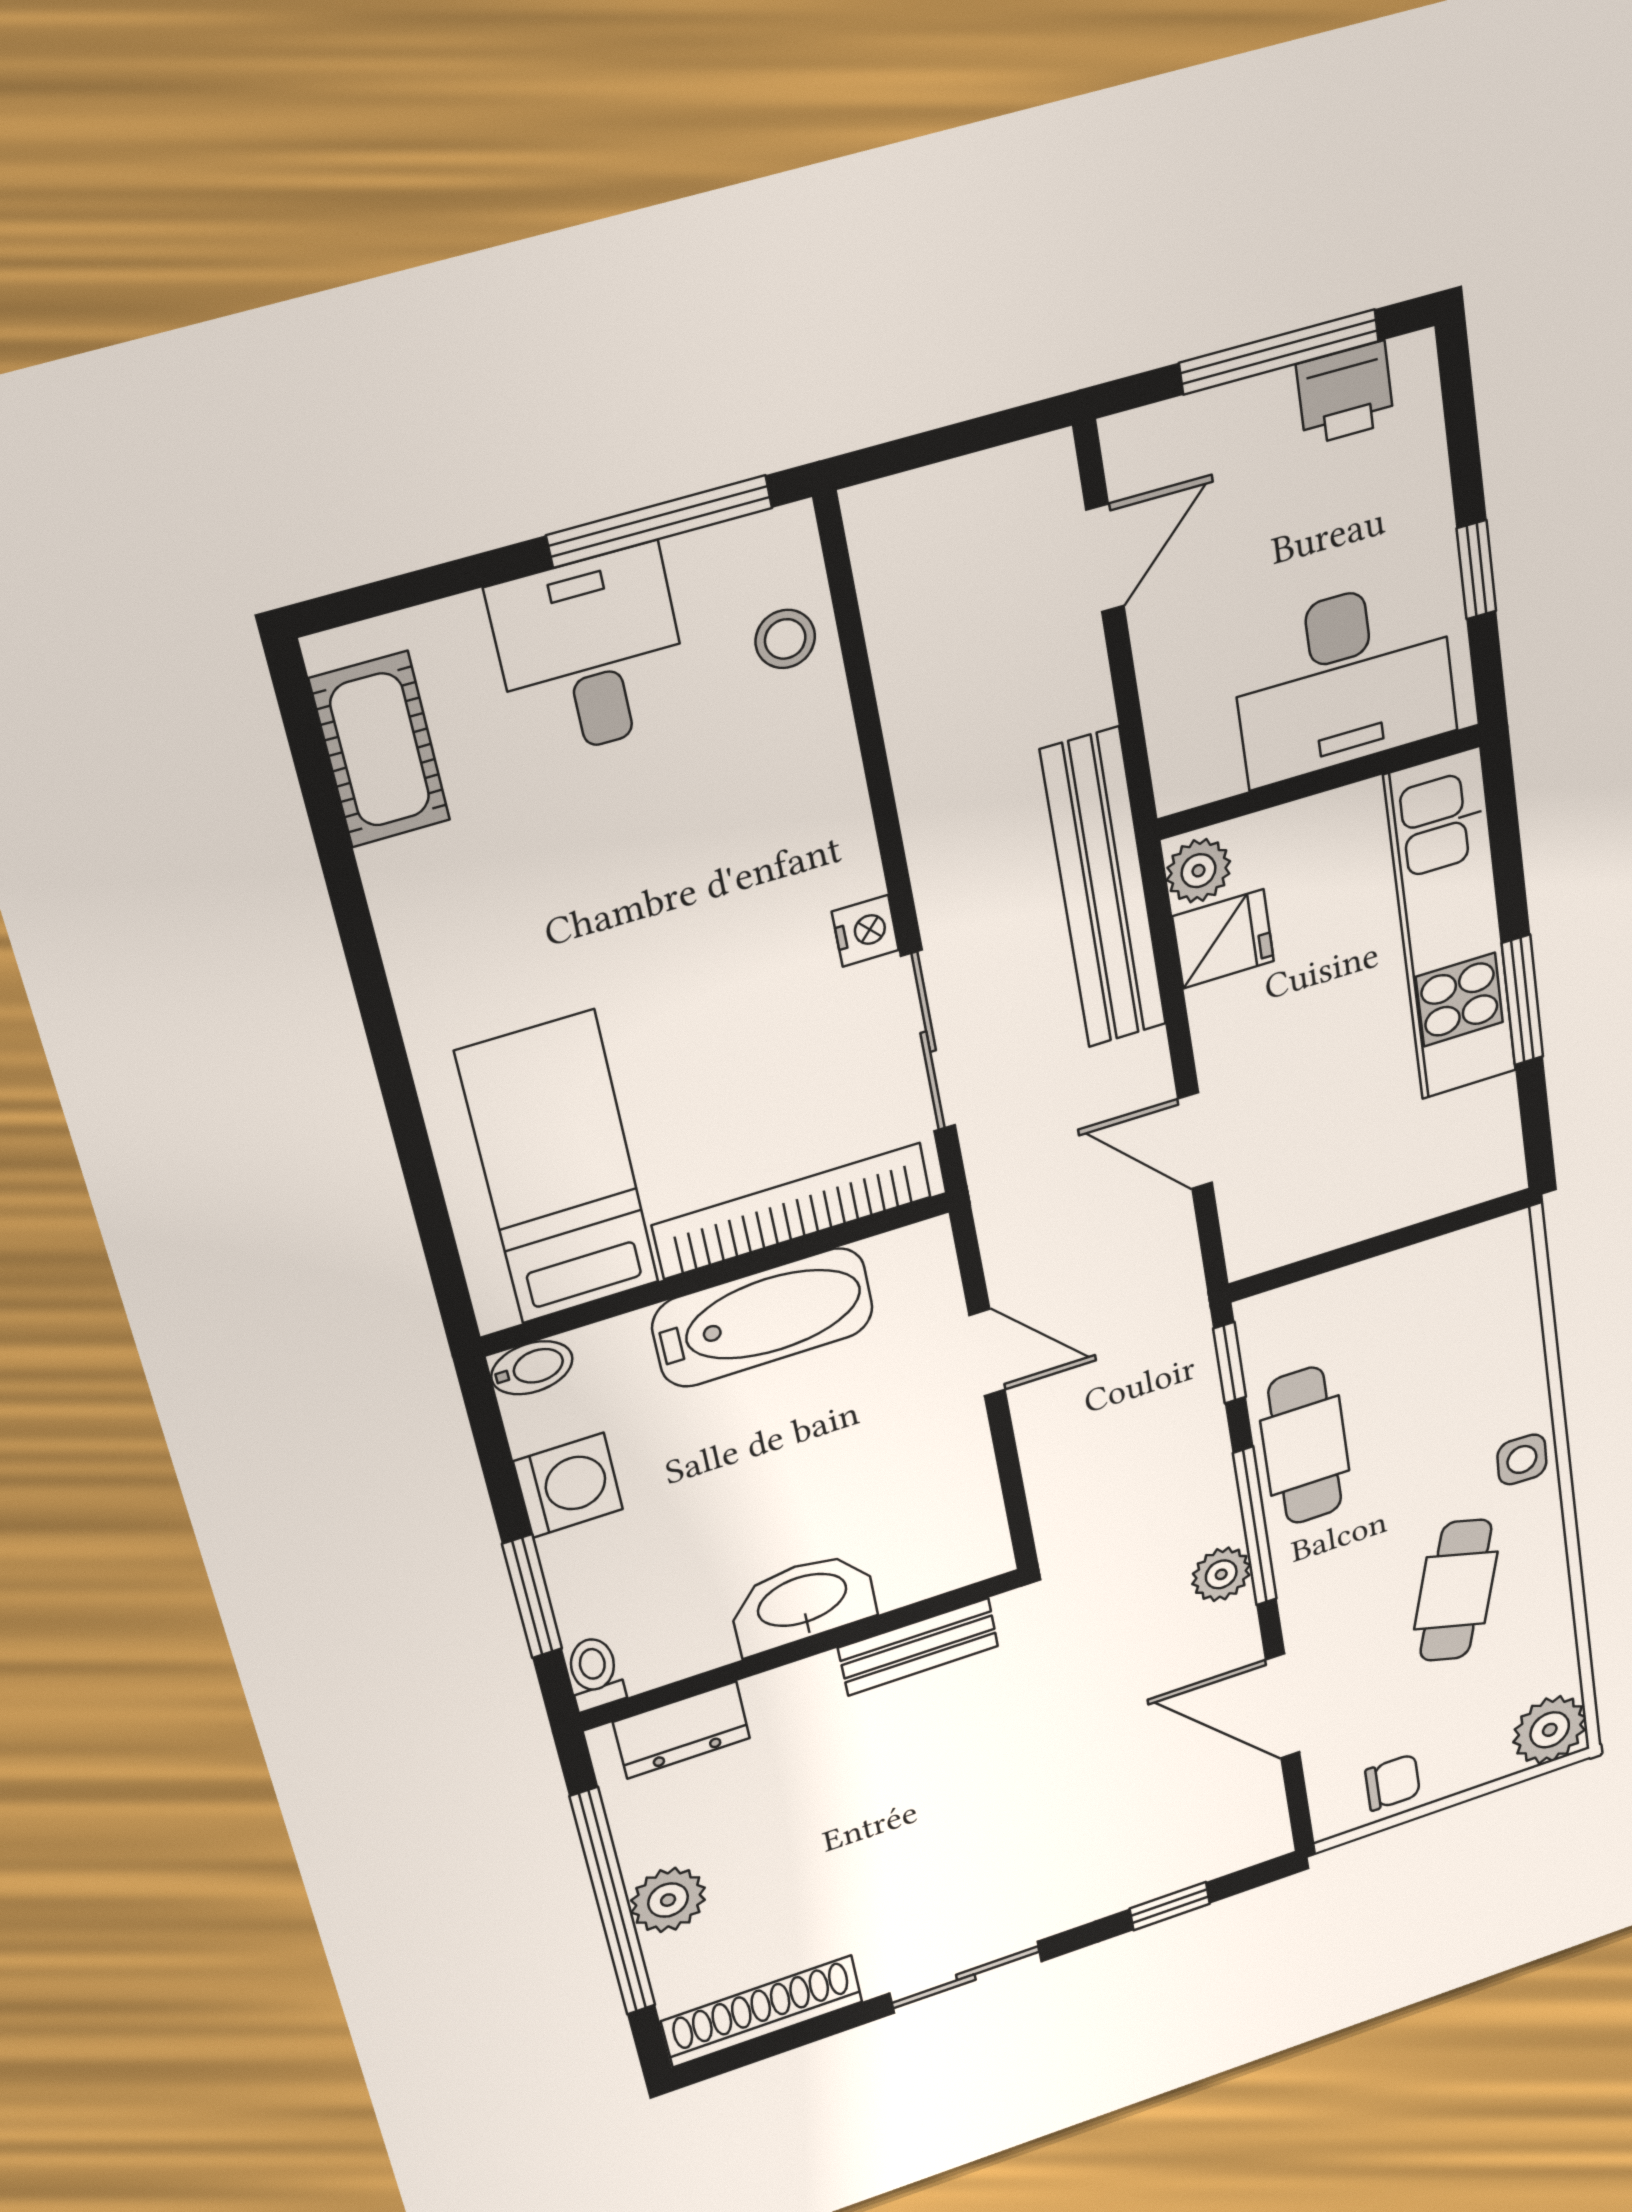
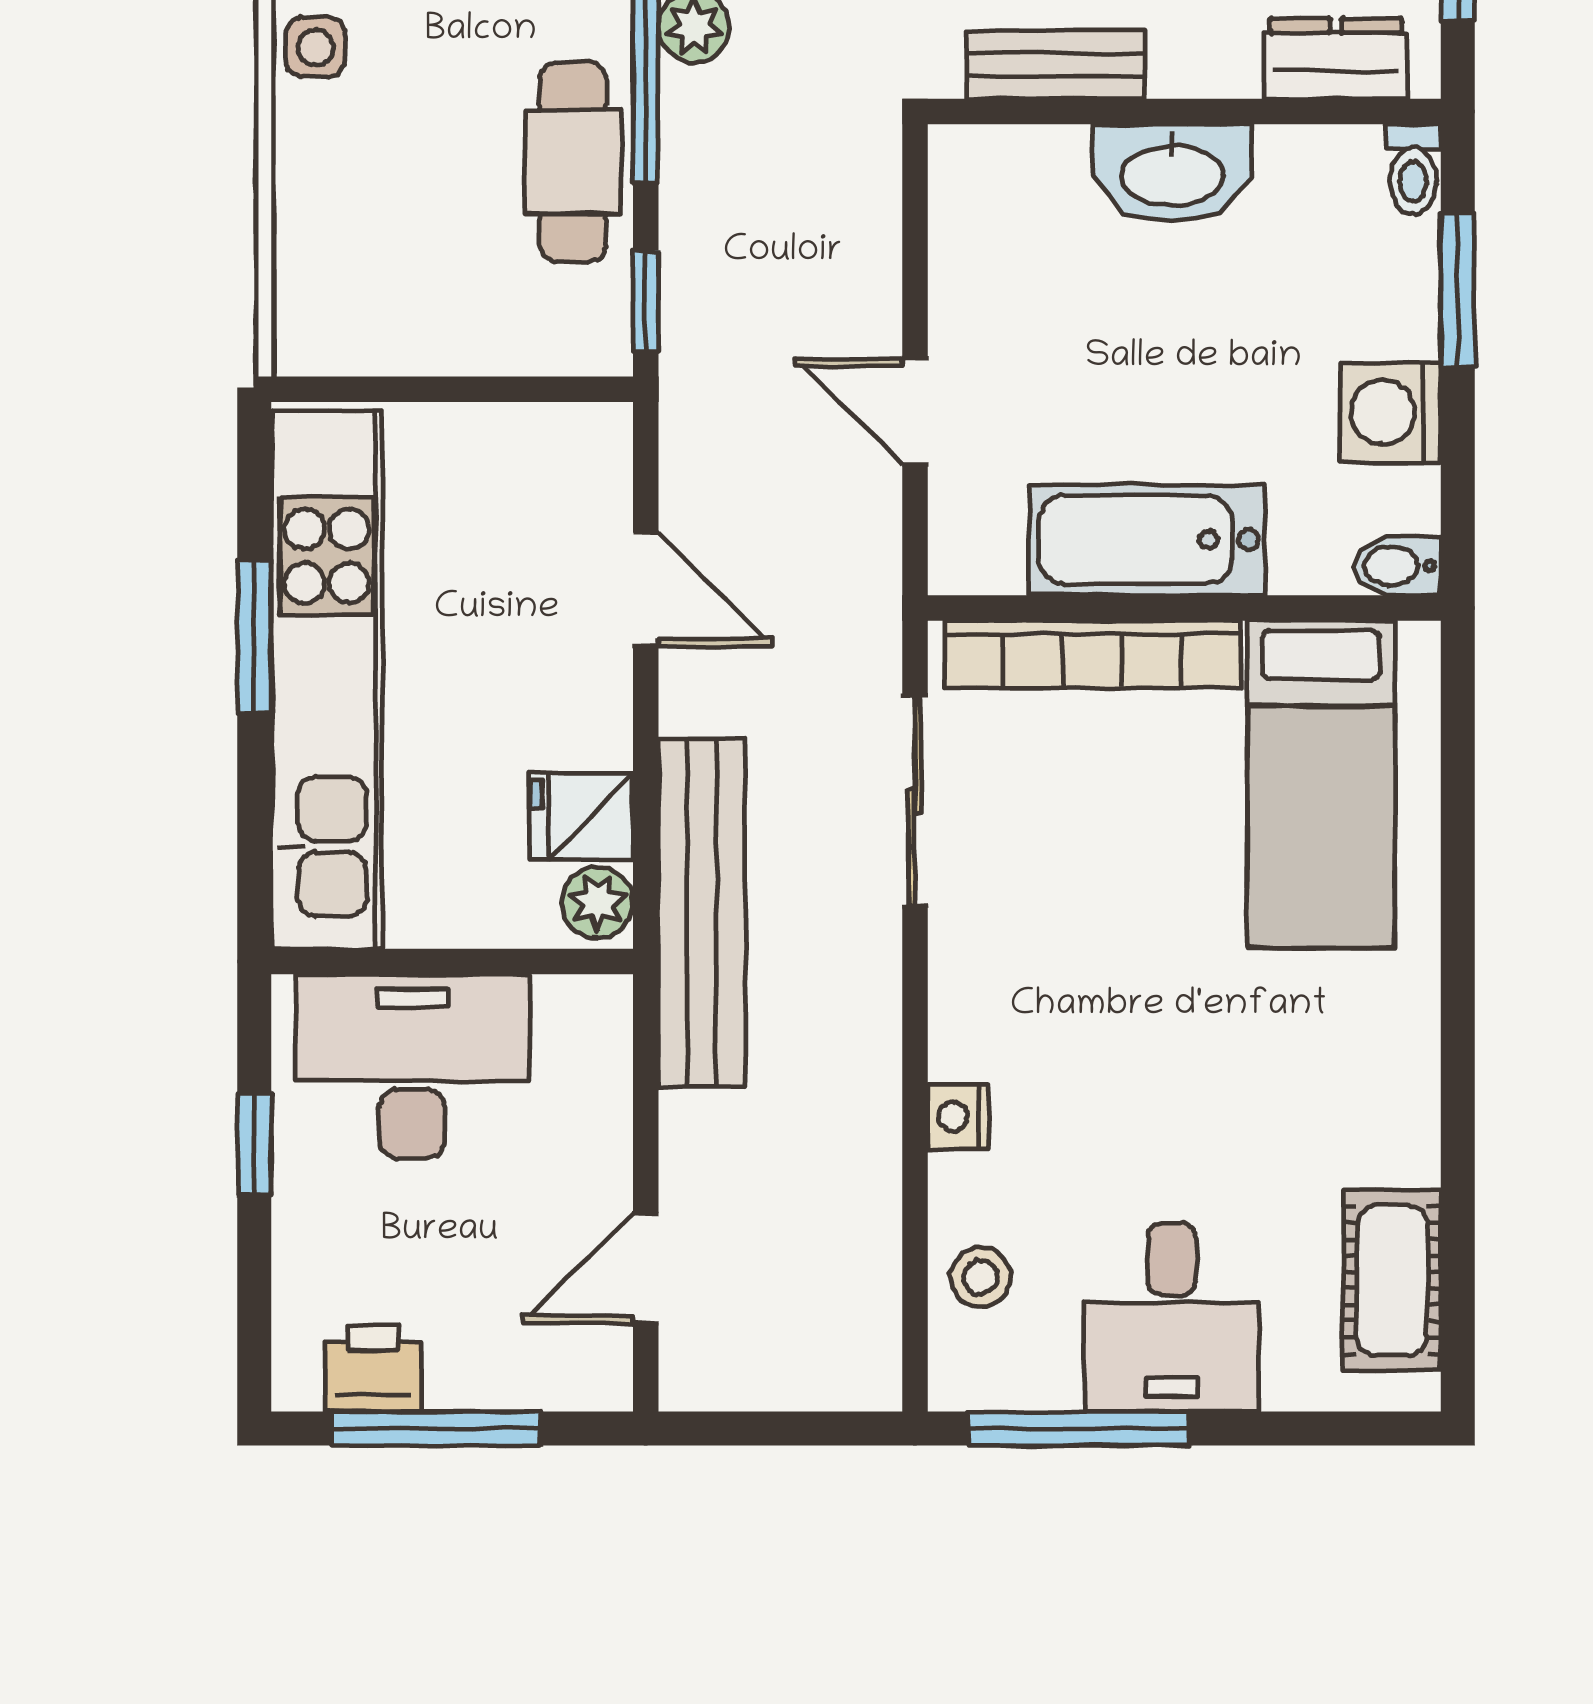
kitchen unit: (1451, 926) -> (327, 680), width x1.36
nightstand: (865, 931) -> (958, 1117), moved

